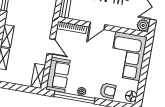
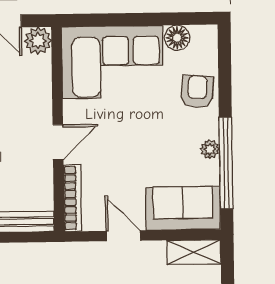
door: (97, 26) -> (58, 142), hinge flipped
door: (51, 47) -> (123, 236), hinge flipped
floor lamp: (131, 96) -> (177, 38), moved

